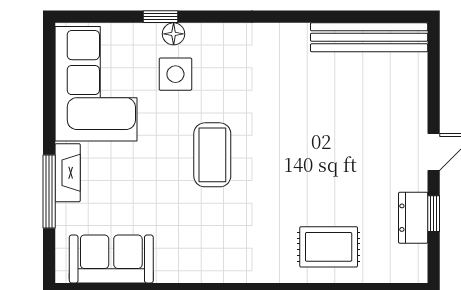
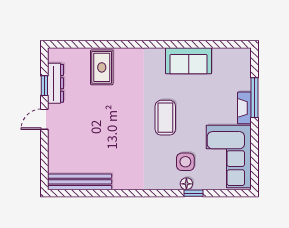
dresser: (413, 218) -> (56, 83), width x1.44
rug: (329, 247) -> (102, 67), turned 90
sofa: (111, 259) -> (189, 61), moved

